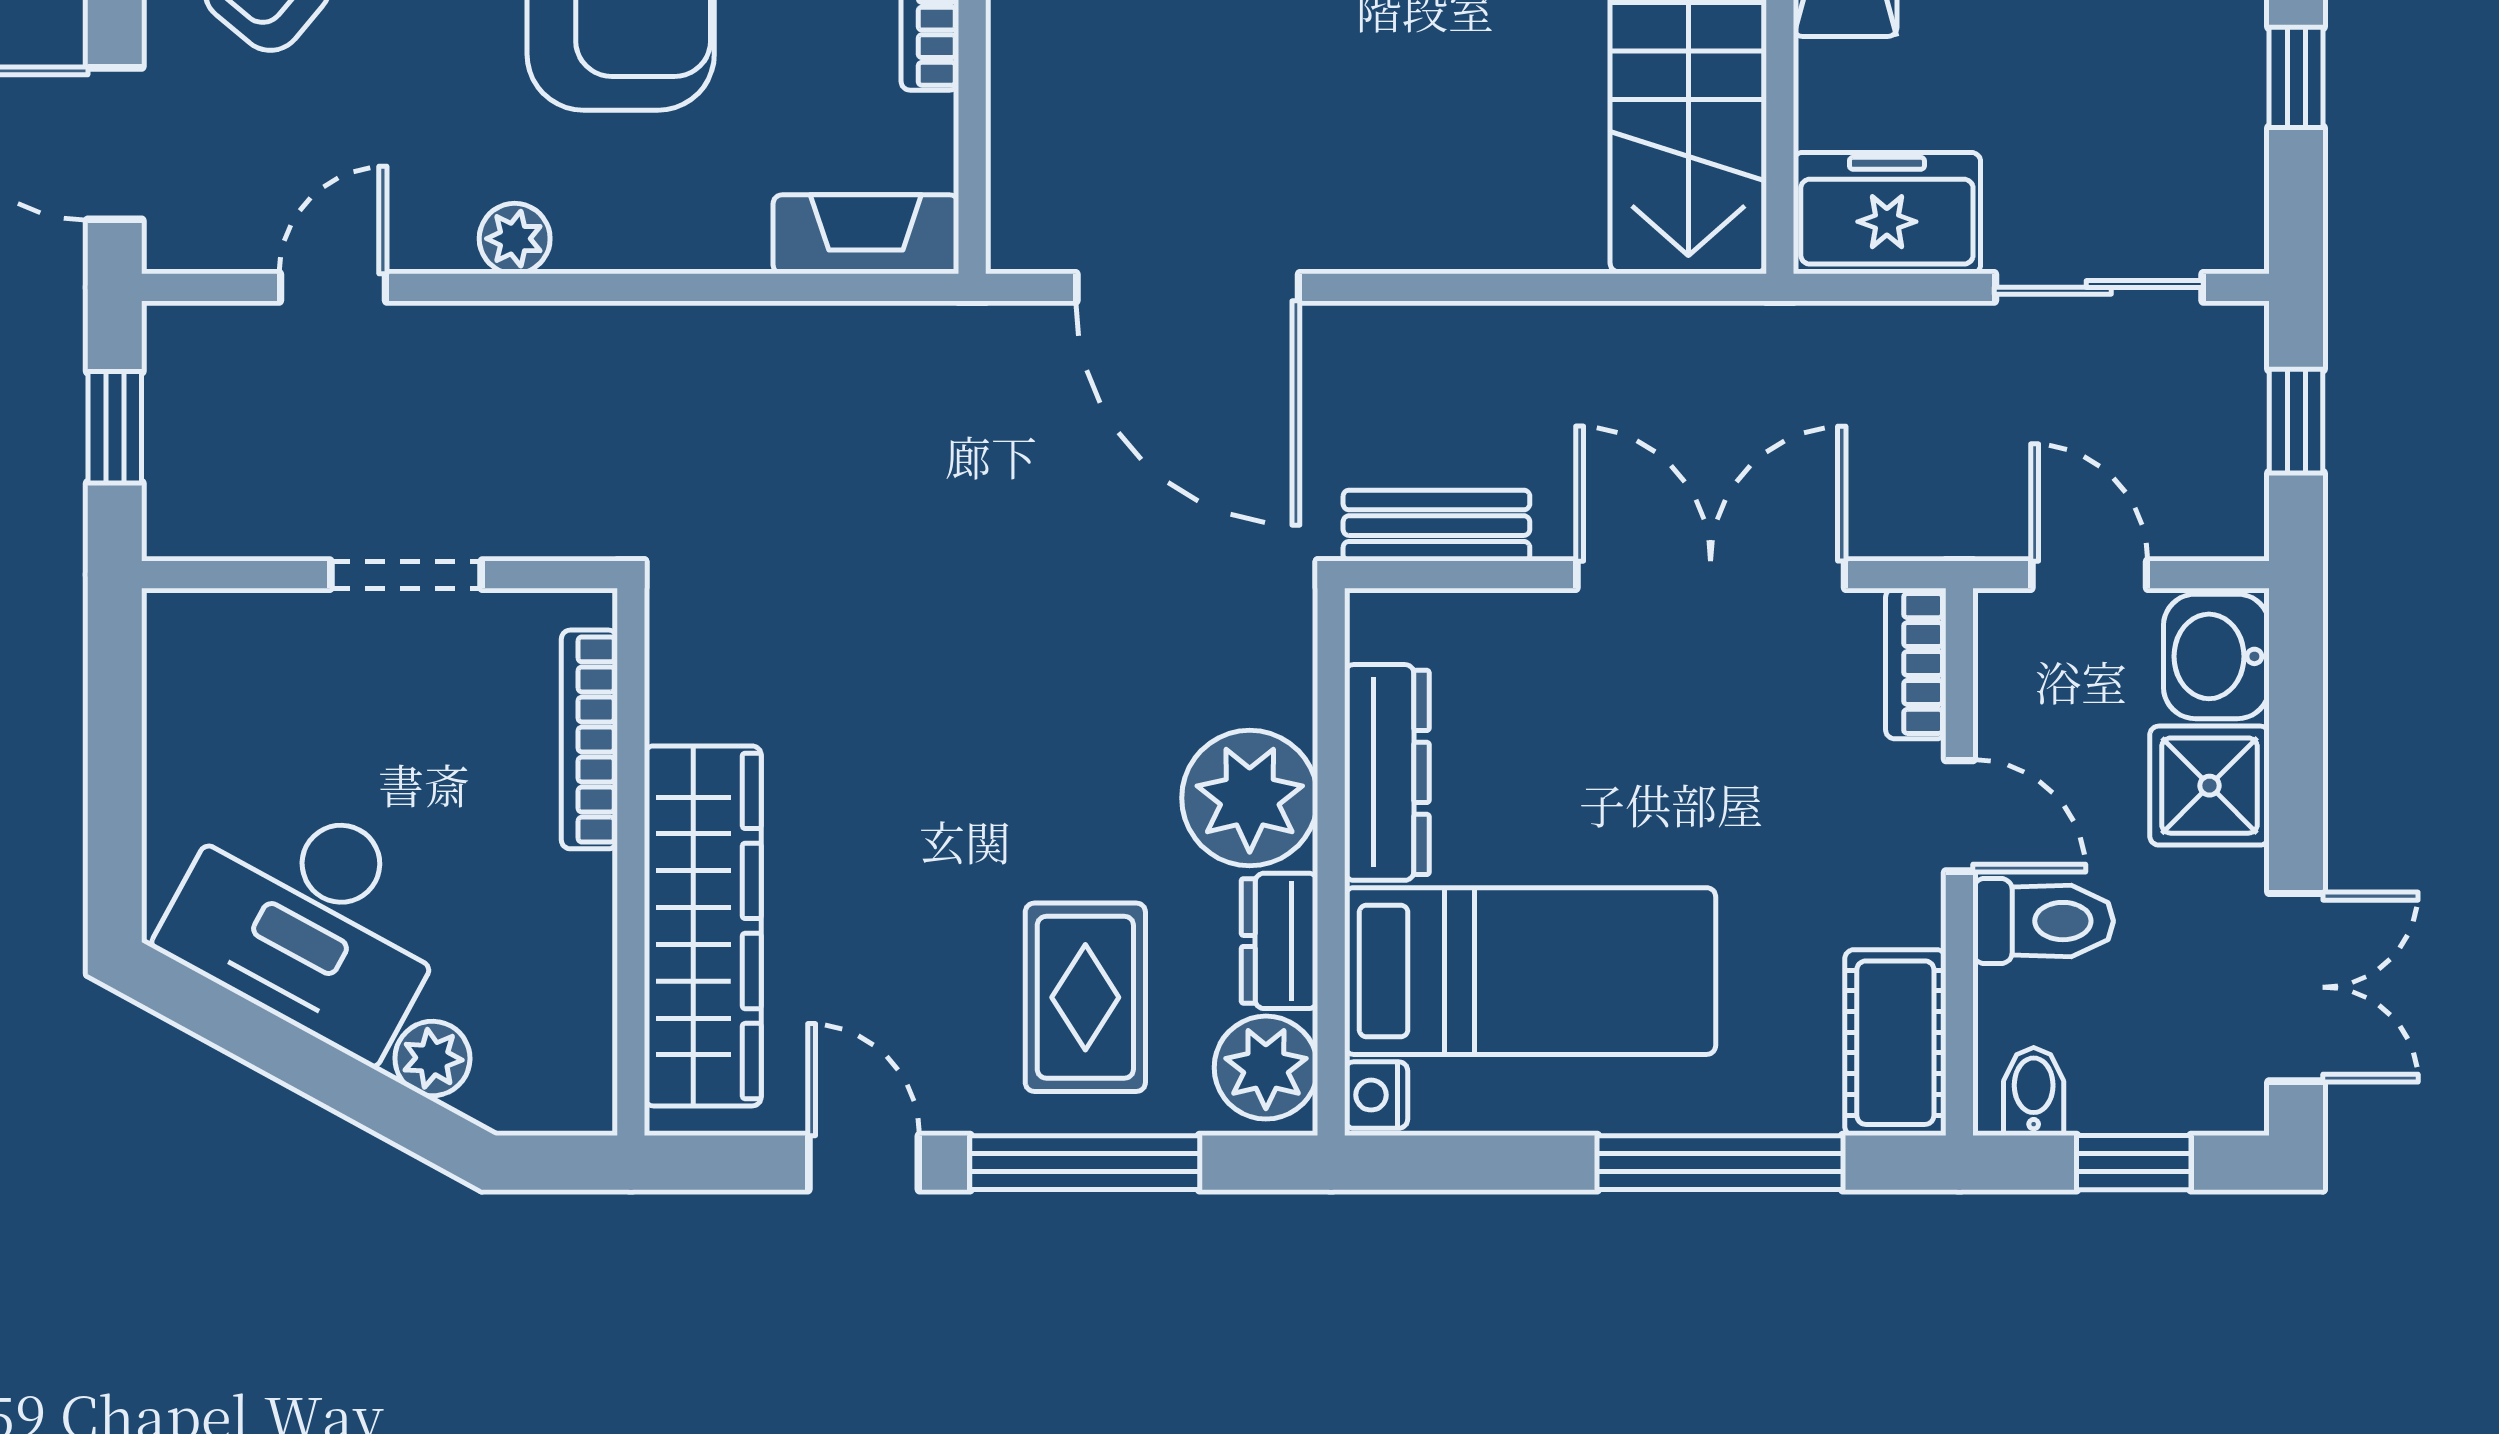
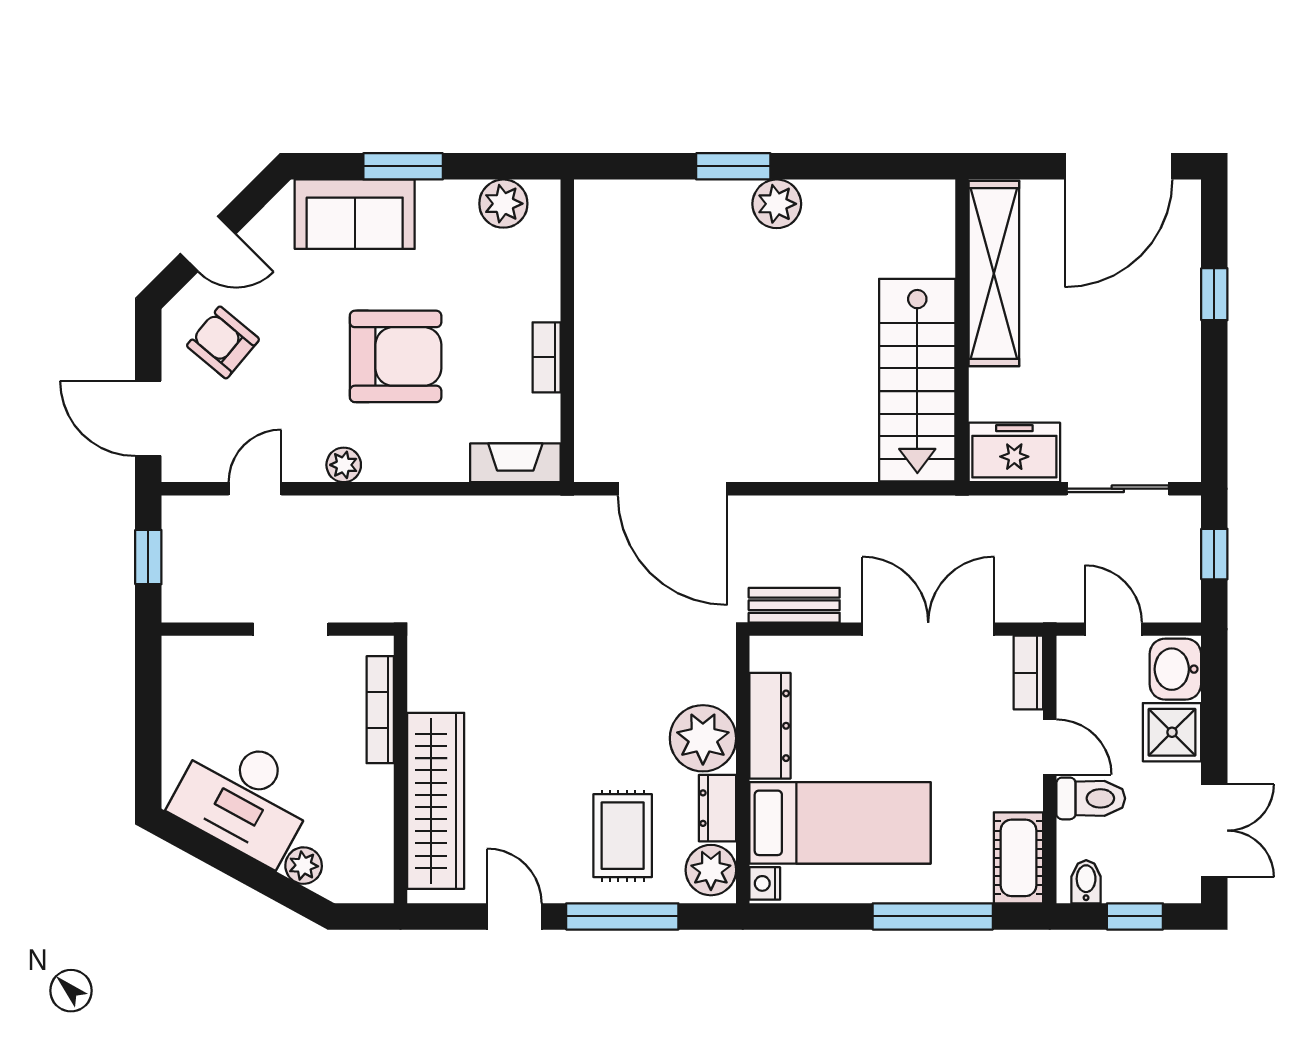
window: (2296, 77) -> (1214, 386), removed

